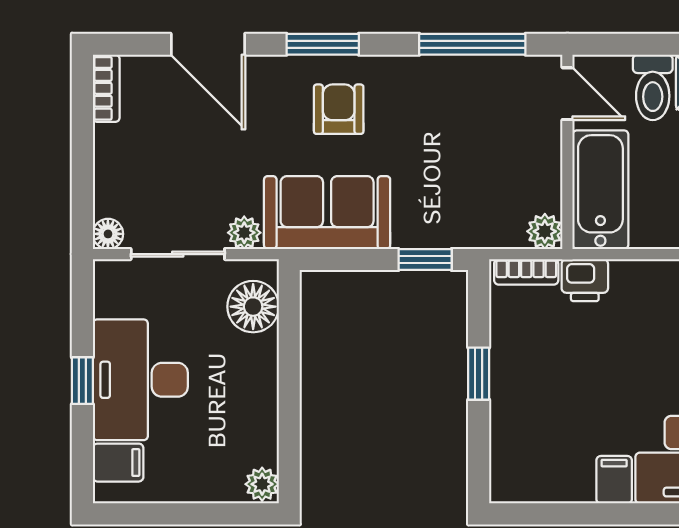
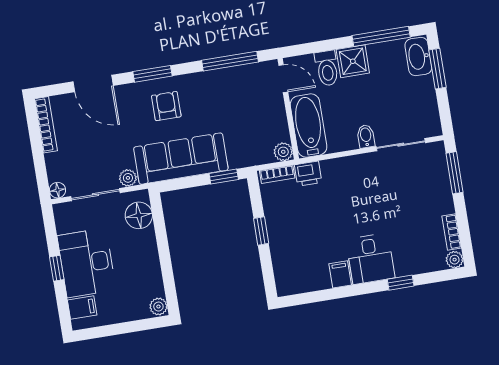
bookcase: (106, 88) -> (46, 125), width x1.56
sofa: (327, 213) -> (181, 159), width x1.36

